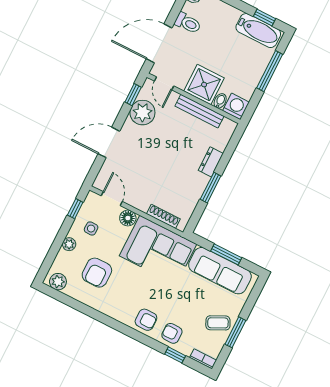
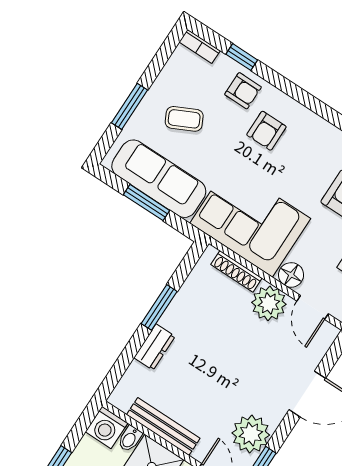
plant: (140, 198) -> (269, 303), added
armchair: (146, 320) -> (266, 131), moved, turned -90
coffee table: (218, 323) -> (184, 119), moved
window: (235, 332) -> (129, 106), moved

